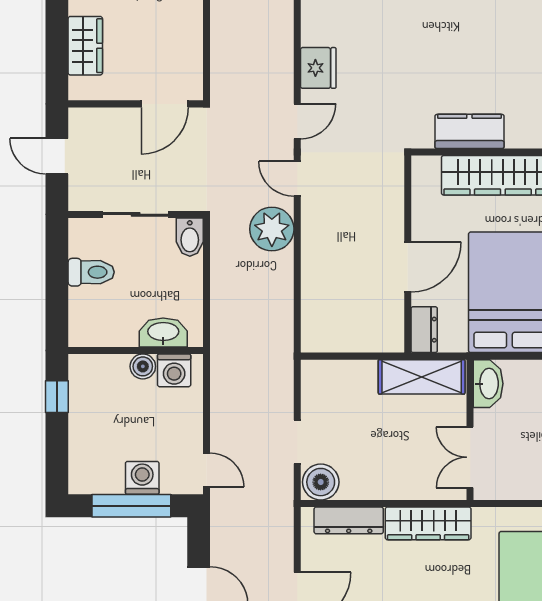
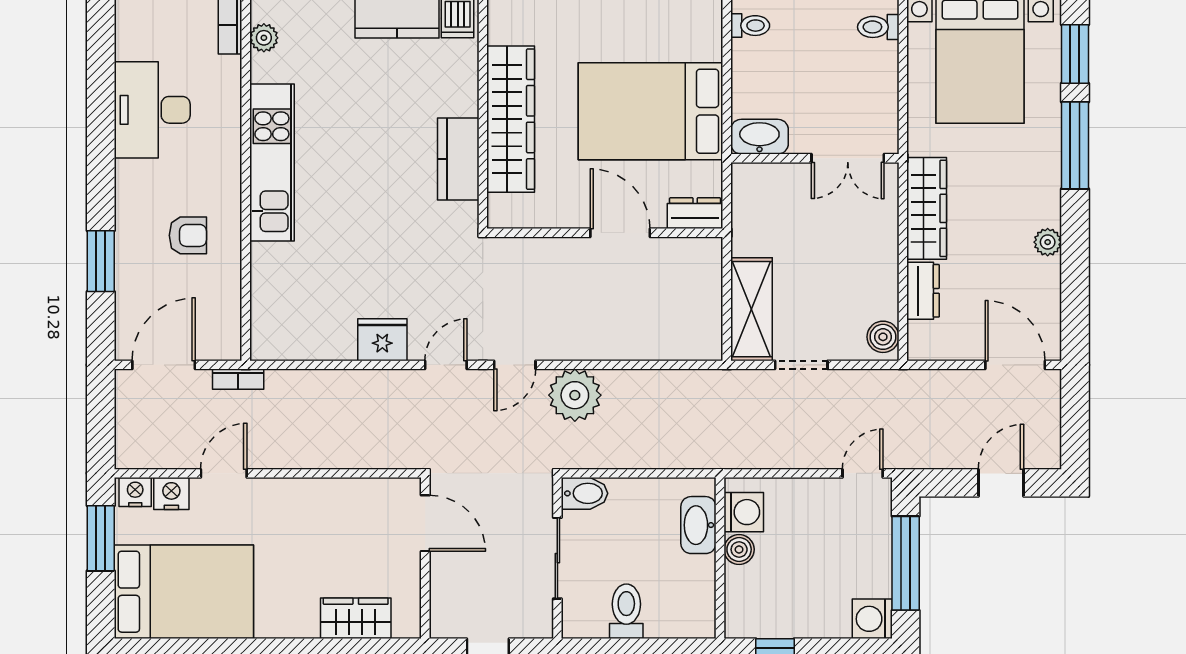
door: (297, 121) -> (446, 365), hinge flipped
shelving: (422, 377) -> (751, 309), moved
doorway: (297, 442) -> (801, 365), moved
washing machine: (142, 478) -> (872, 619), moved
boiler: (321, 482) -> (883, 337), width x0.73, depth x0.73
dresser: (349, 520) -> (923, 291), width x0.70

